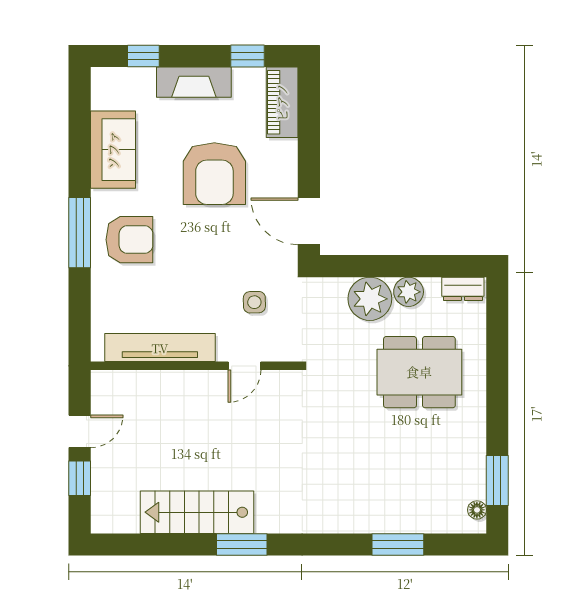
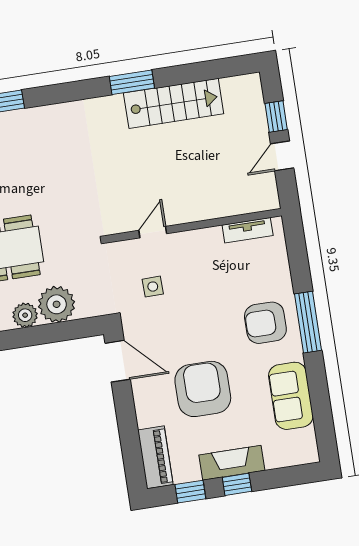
window: (143, 56) -> (237, 484), moved
tv unit: (160, 348) -> (248, 230), width x0.52, depth x0.78

